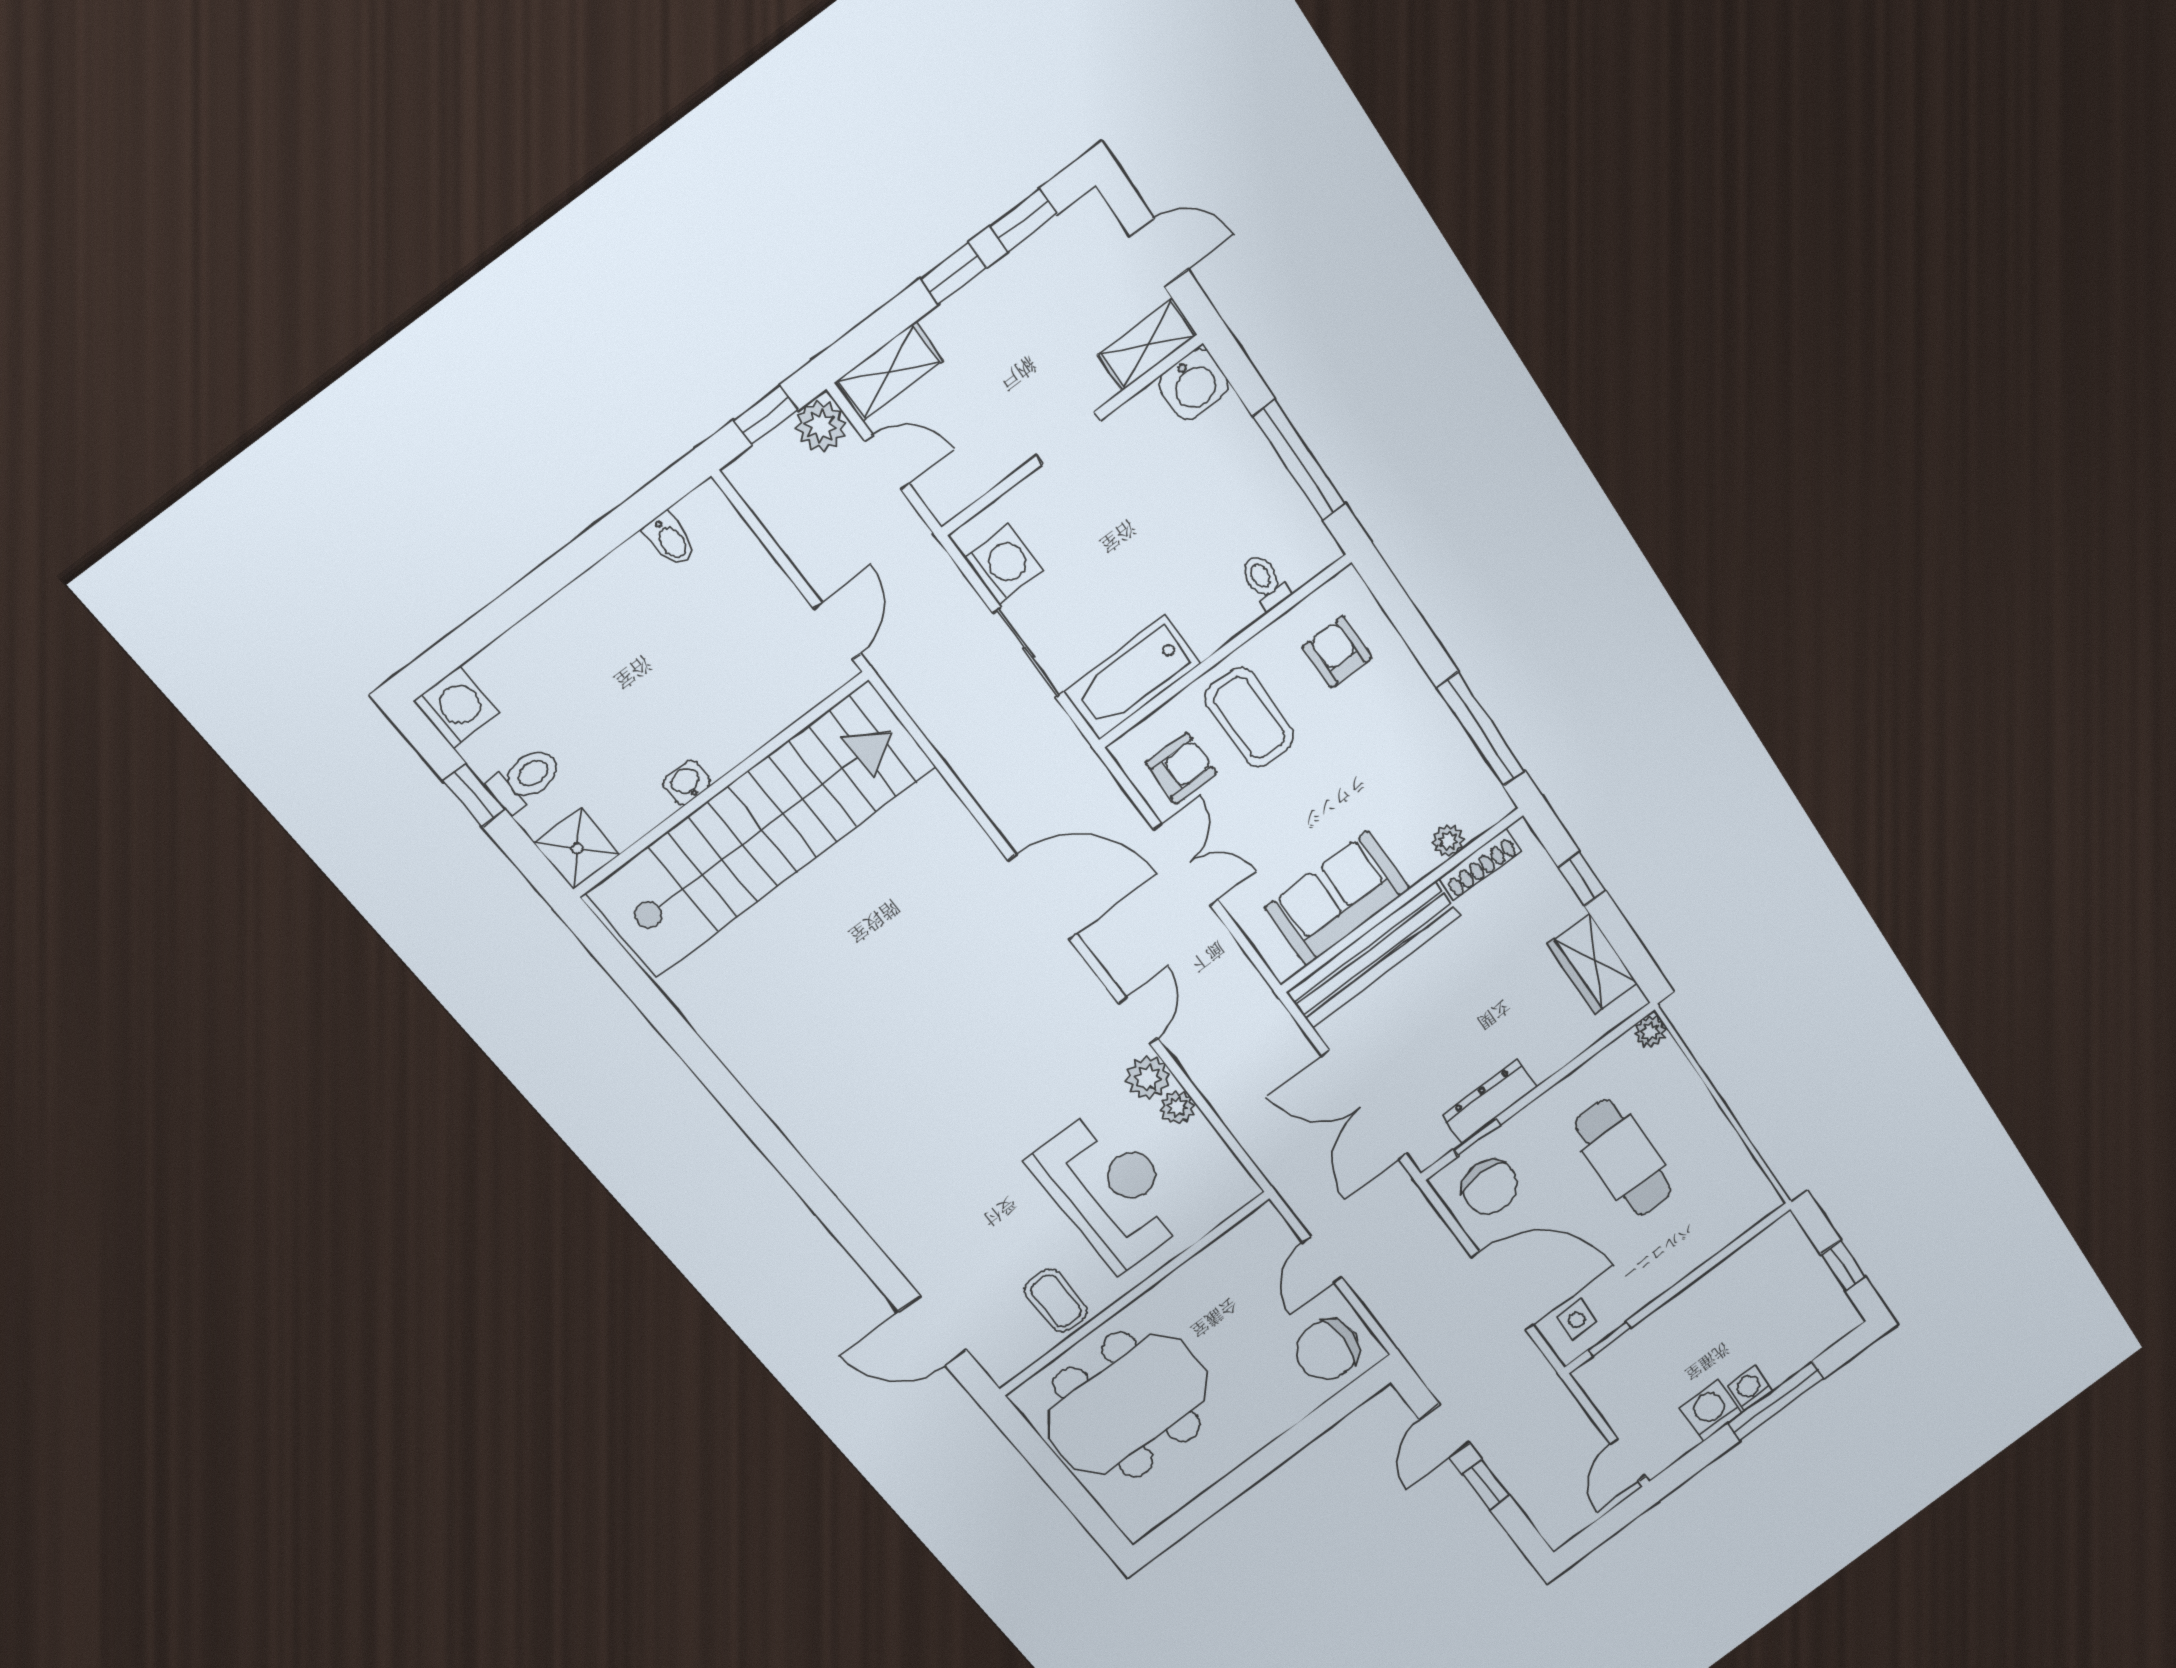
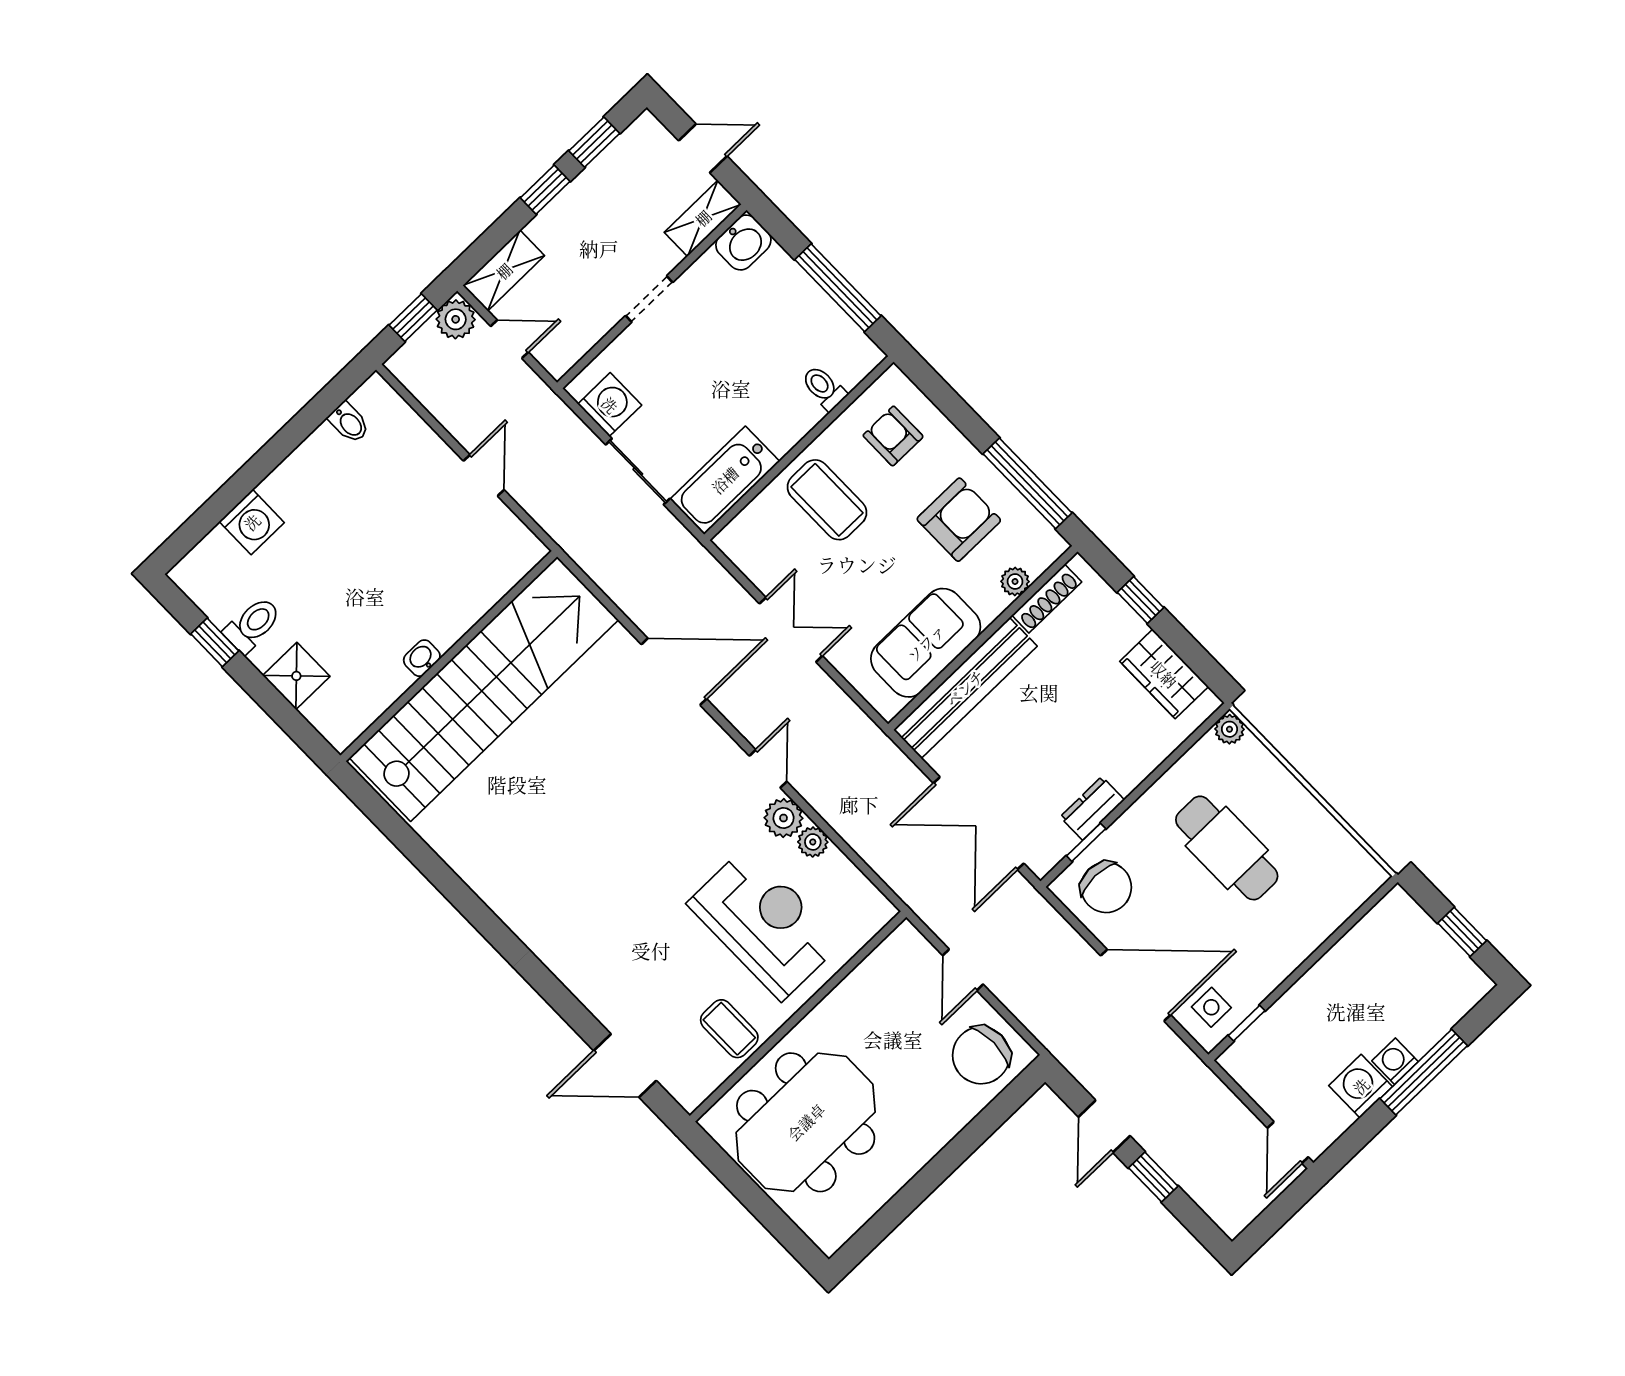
washing machine: (456, 707) -> (252, 522), moved, turned 90
armchair: (1181, 768) -> (959, 520), moved, width x1.38, depth x1.38
washbasin: (687, 783) -> (422, 658), moved
wall: (721, 785) -> (449, 656), moved
stairs: (761, 830) -> (484, 689), moved
dresser: (1490, 1101) -> (1092, 808), width x0.70

